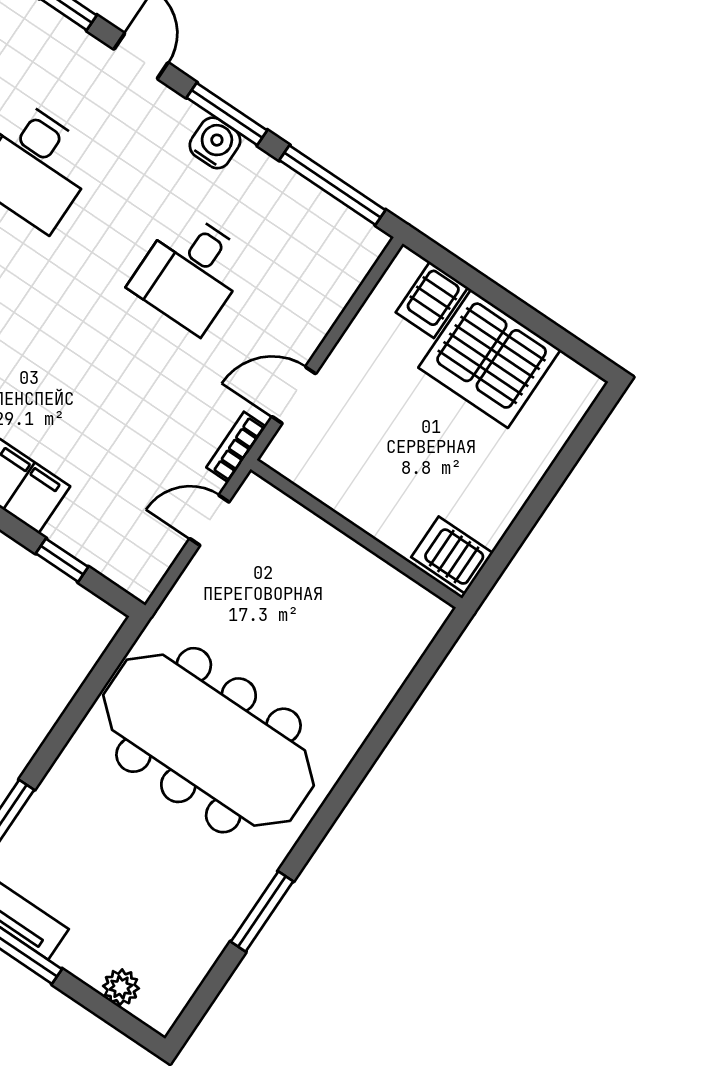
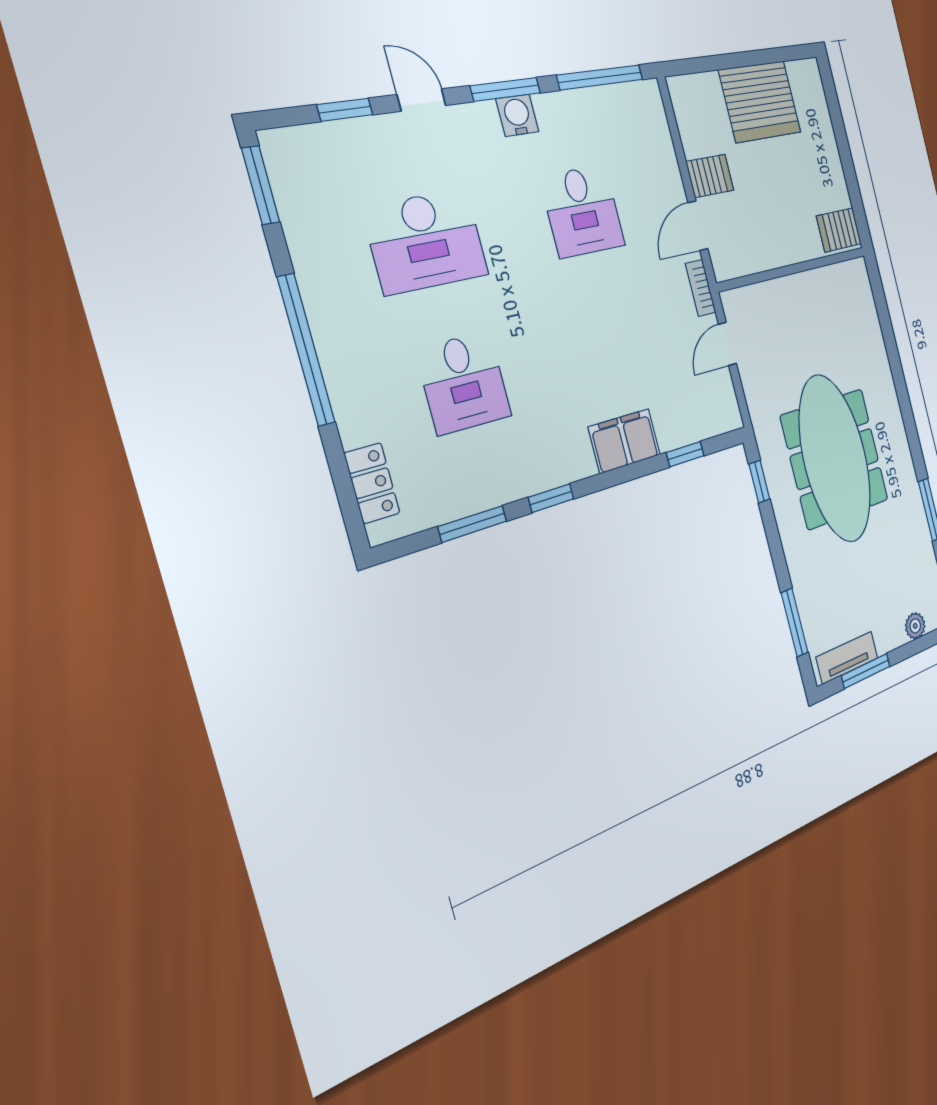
server rack: (432, 300) -> (710, 176), moved, turned -90
window: (107, 666) -> (759, 482), added
meeting table: (209, 740) -> (835, 459), turned 90

